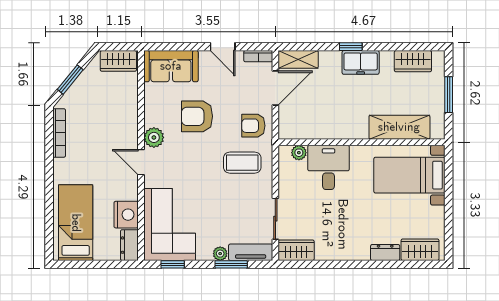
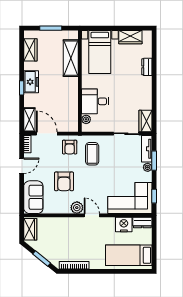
door: (141, 162) -> (92, 215), swing flipped
wardrobe: (420, 250) -> (130, 37), moved, turned -90

